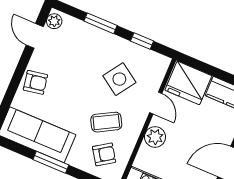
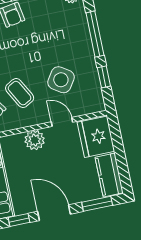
window: (101, 23) -> (95, 34), width x1.44
door: (156, 103) -> (62, 122), swing flipped

